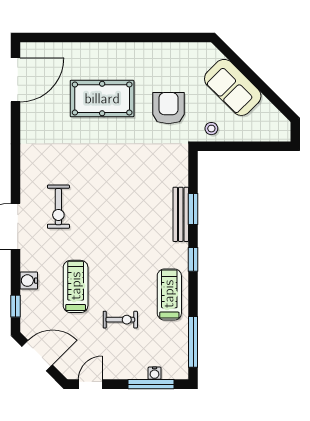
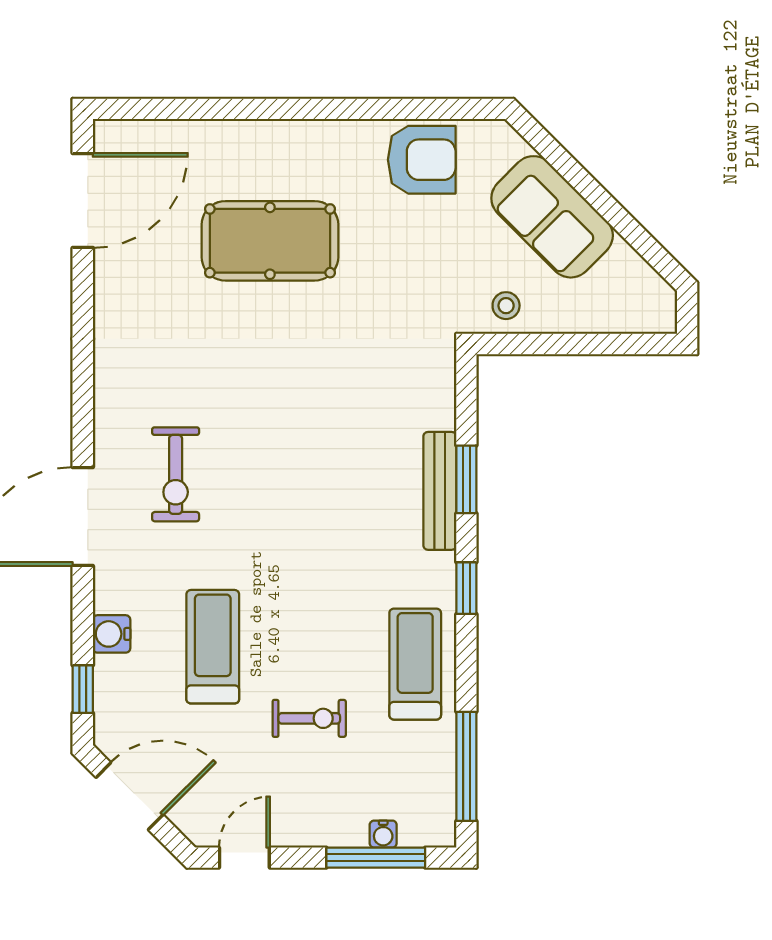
armchair: (168, 108) -> (422, 160), moved, turned 90

